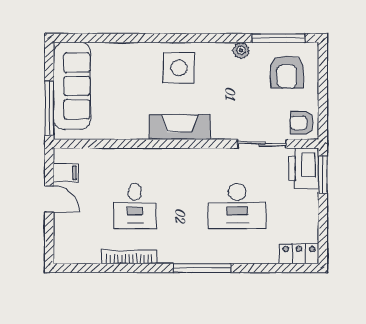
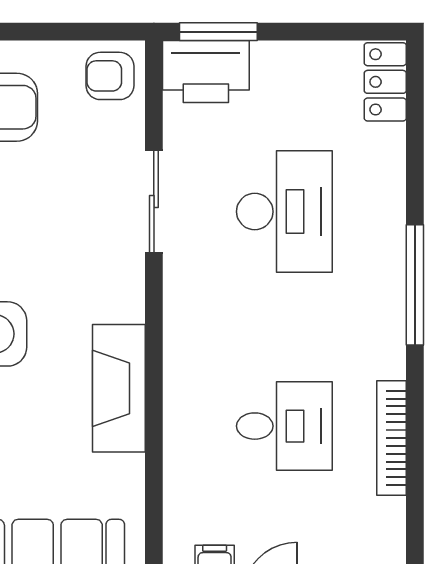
armchair: (302, 123) -> (110, 76), turned 90
fireplace: (180, 127) -> (119, 388), moved
sliding door: (262, 144) -> (154, 201), moved

